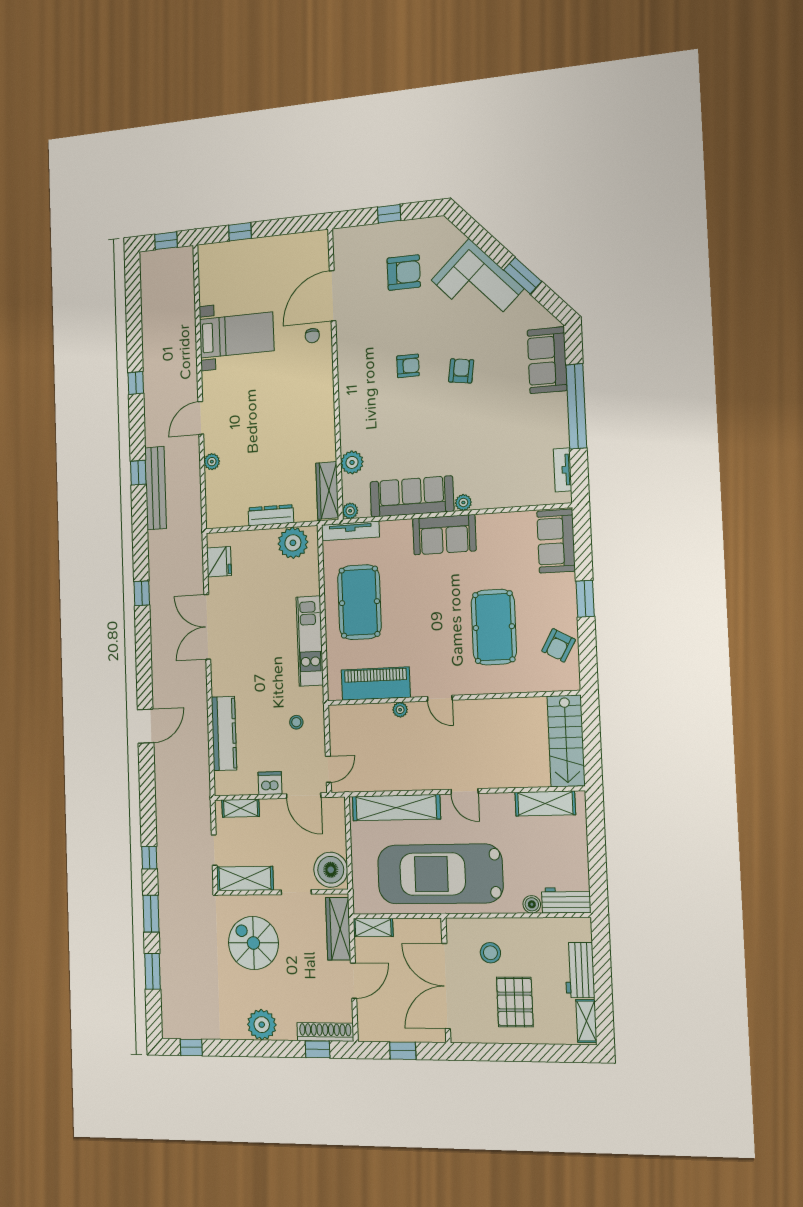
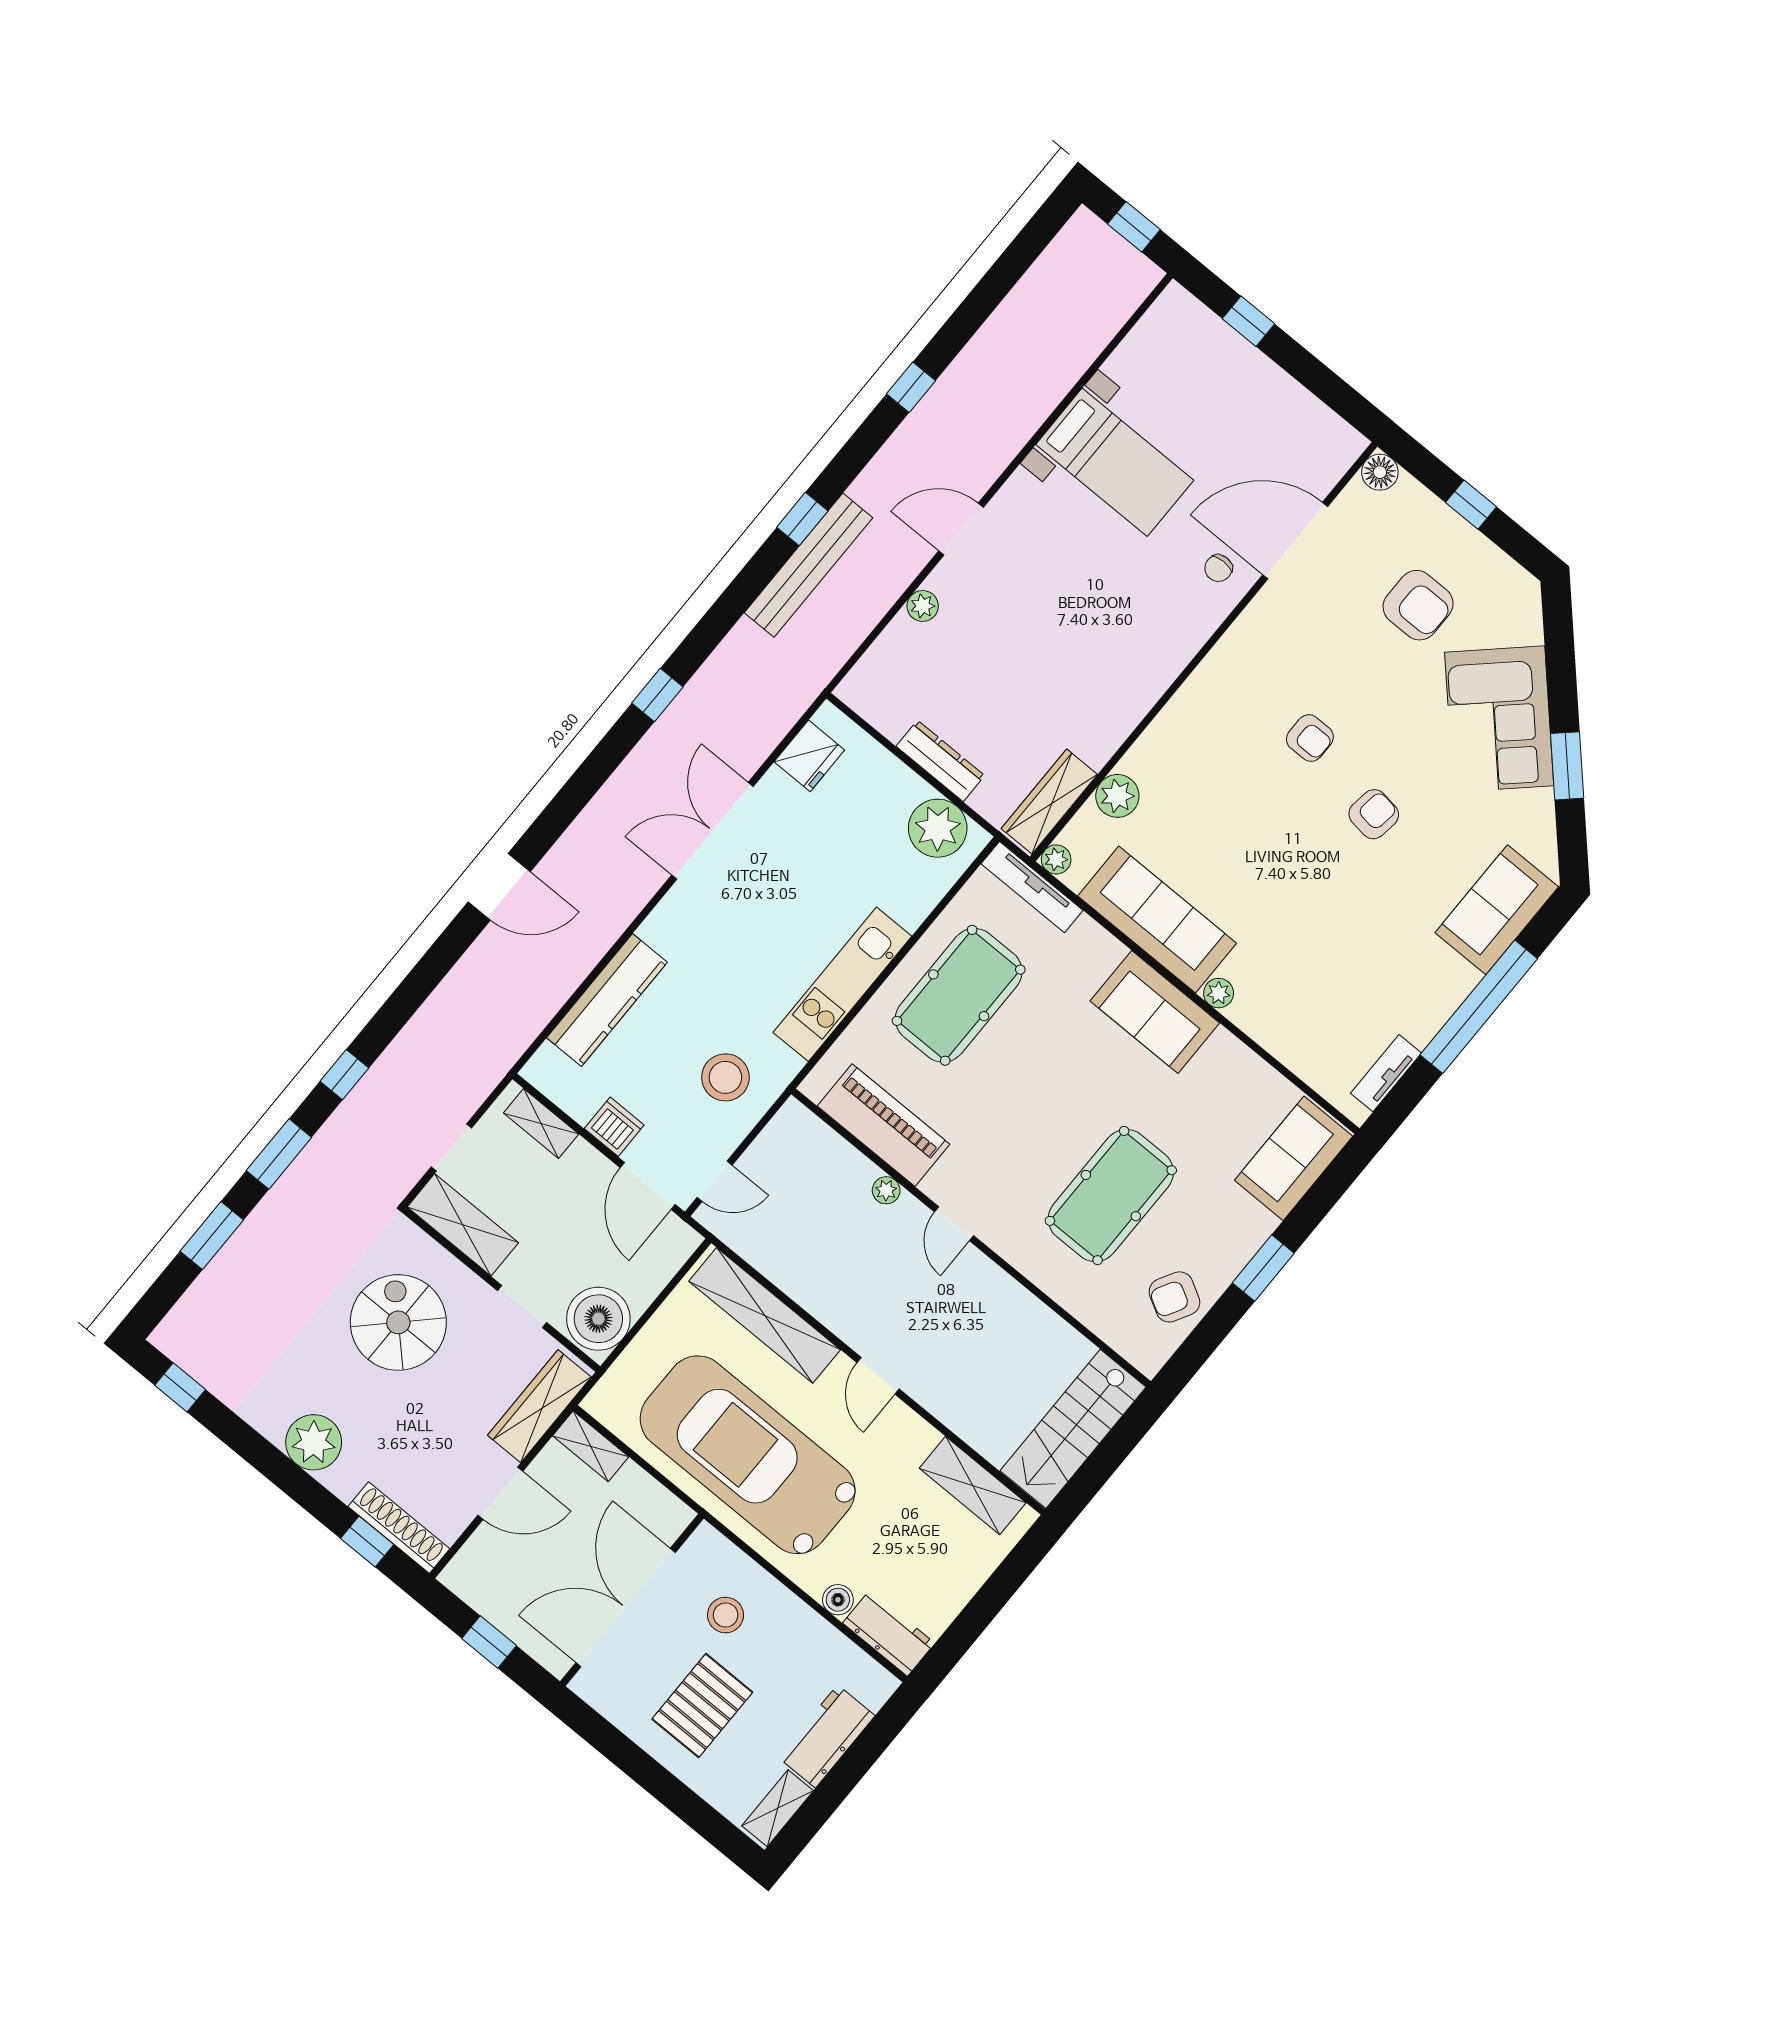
floor lamp: (342, 237) -> (1380, 472), added
stool: (296, 722) -> (725, 1077), width x1.89, depth x1.89

